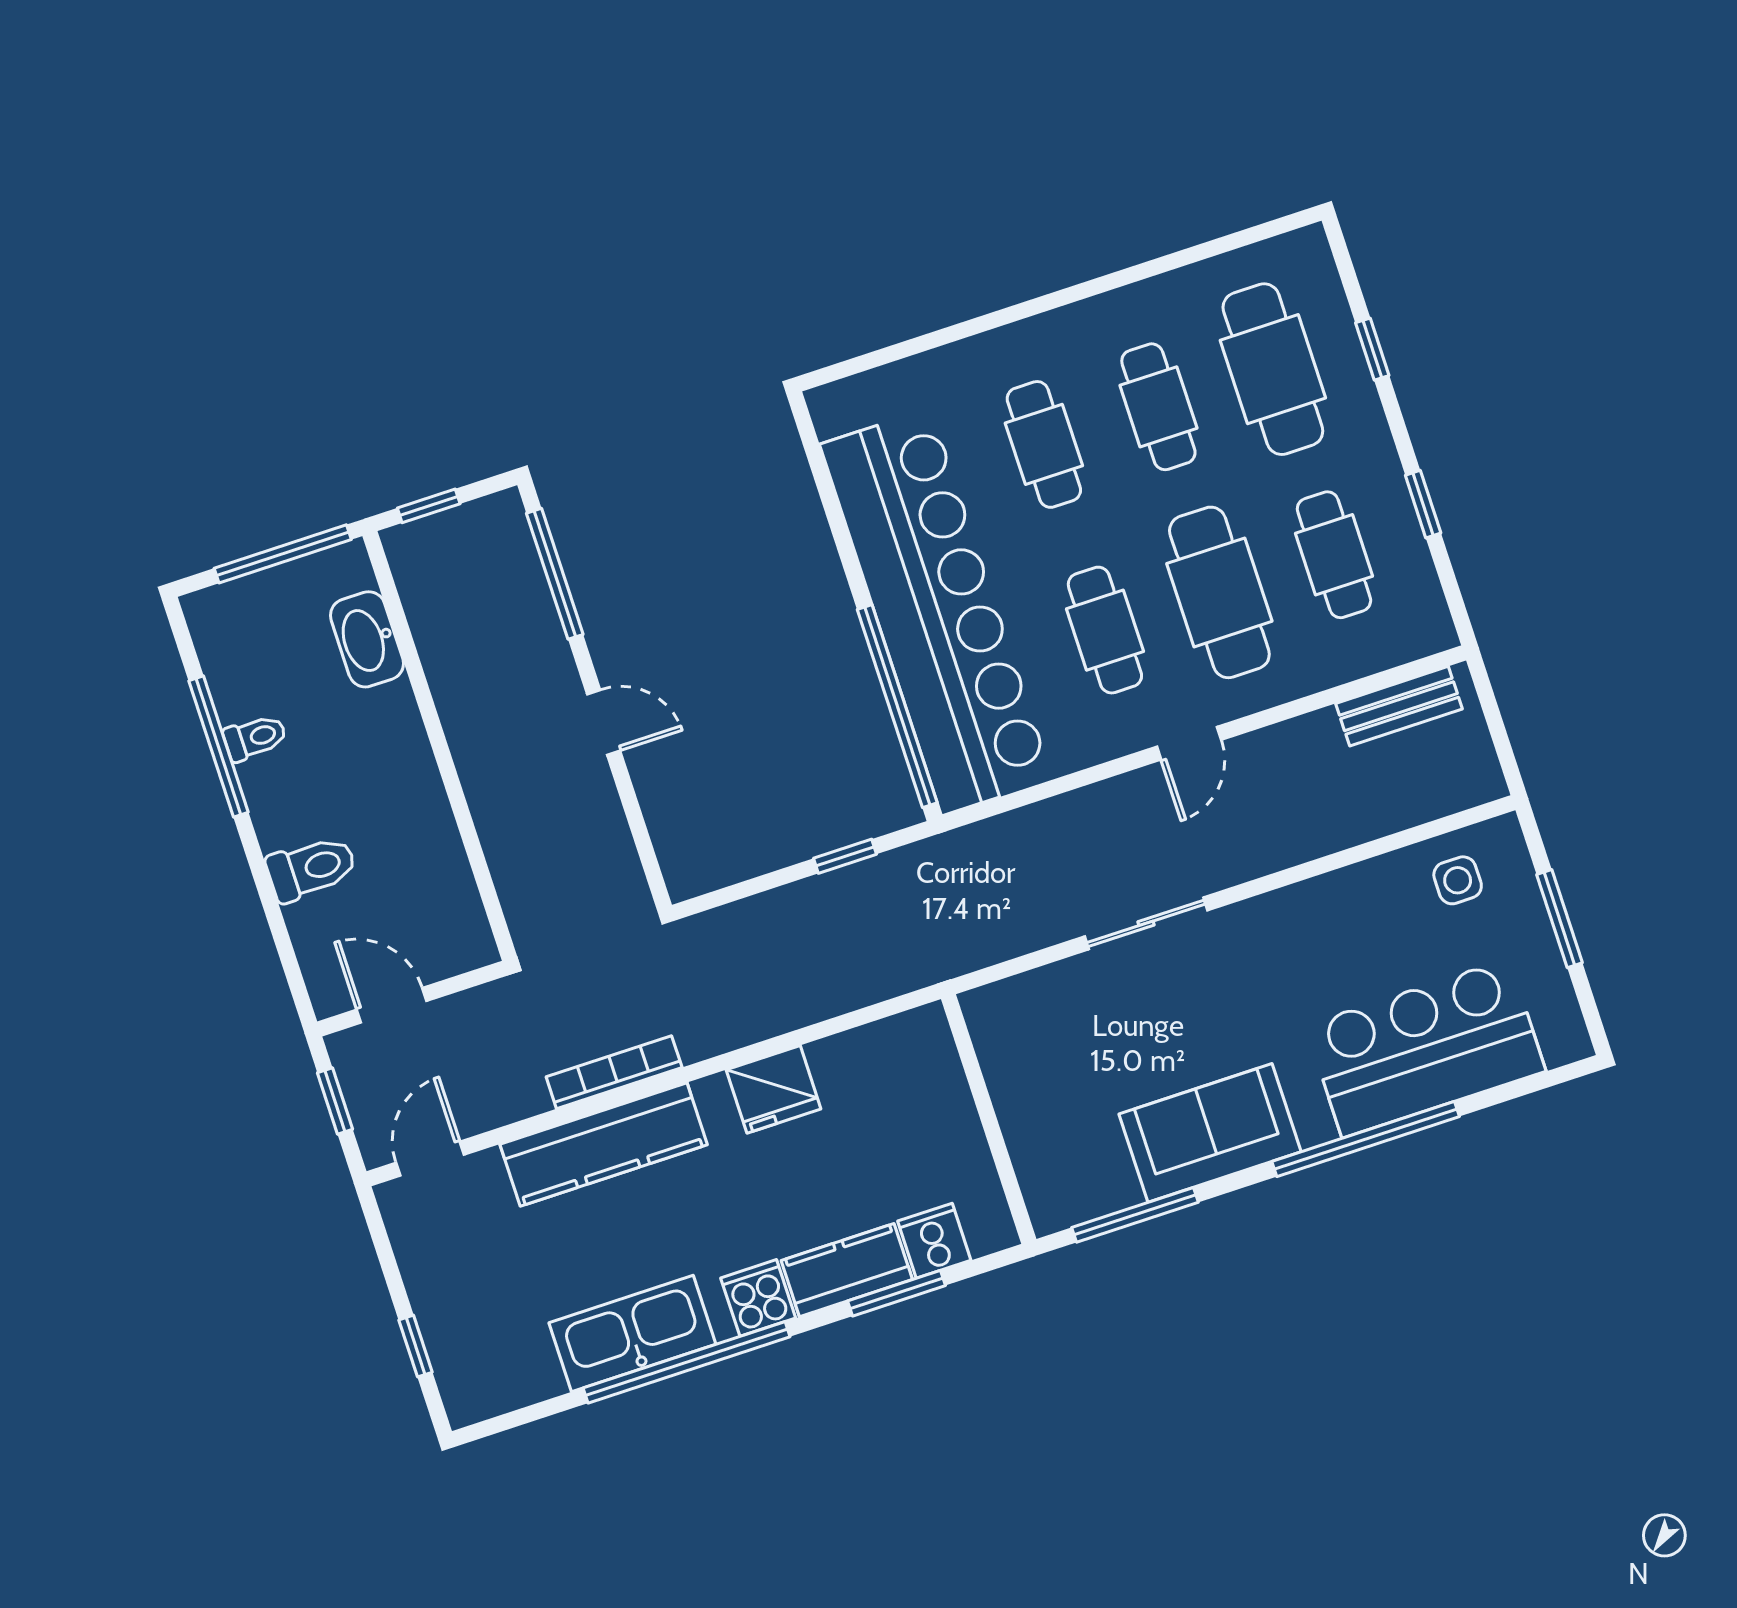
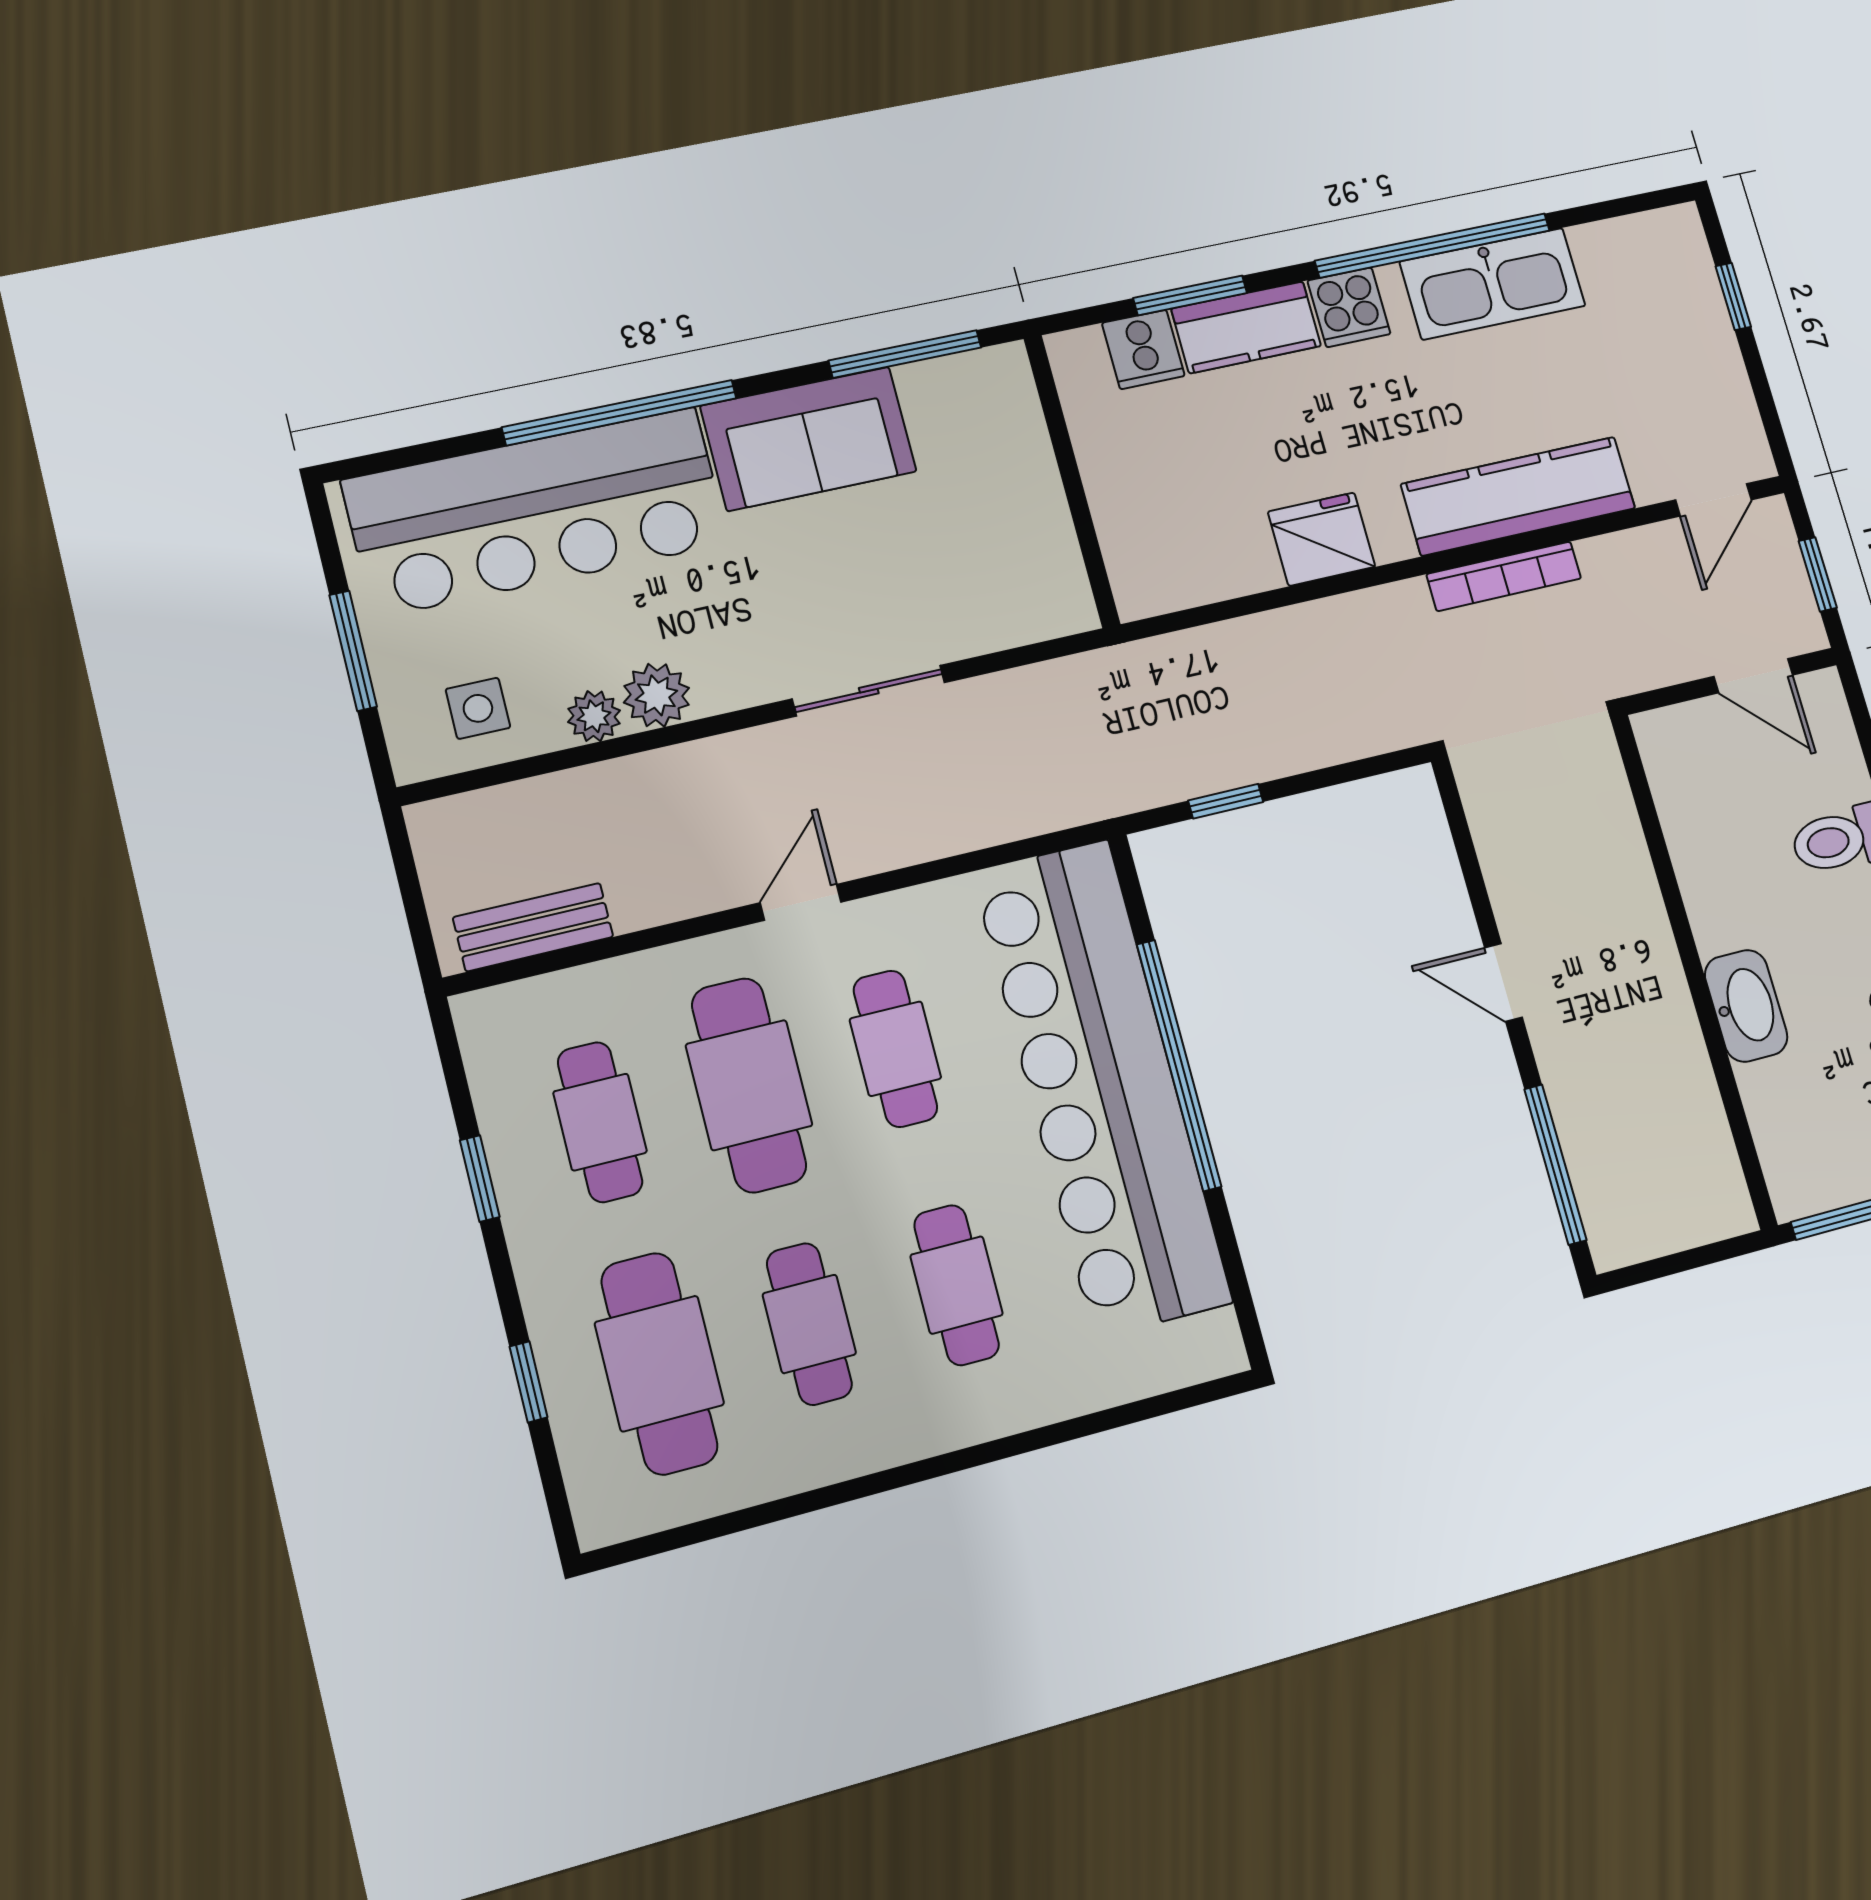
window: (429, 506) -> (1701, 1257), removed
washbasin: (367, 639) -> (1746, 1006), moved
window: (897, 706) -> (1179, 1065), moved
plant: (1365, 882) -> (594, 716), added
plant: (1317, 904) -> (656, 695), added
bar counter: (1426, 1048) -> (536, 512), width x1.36

